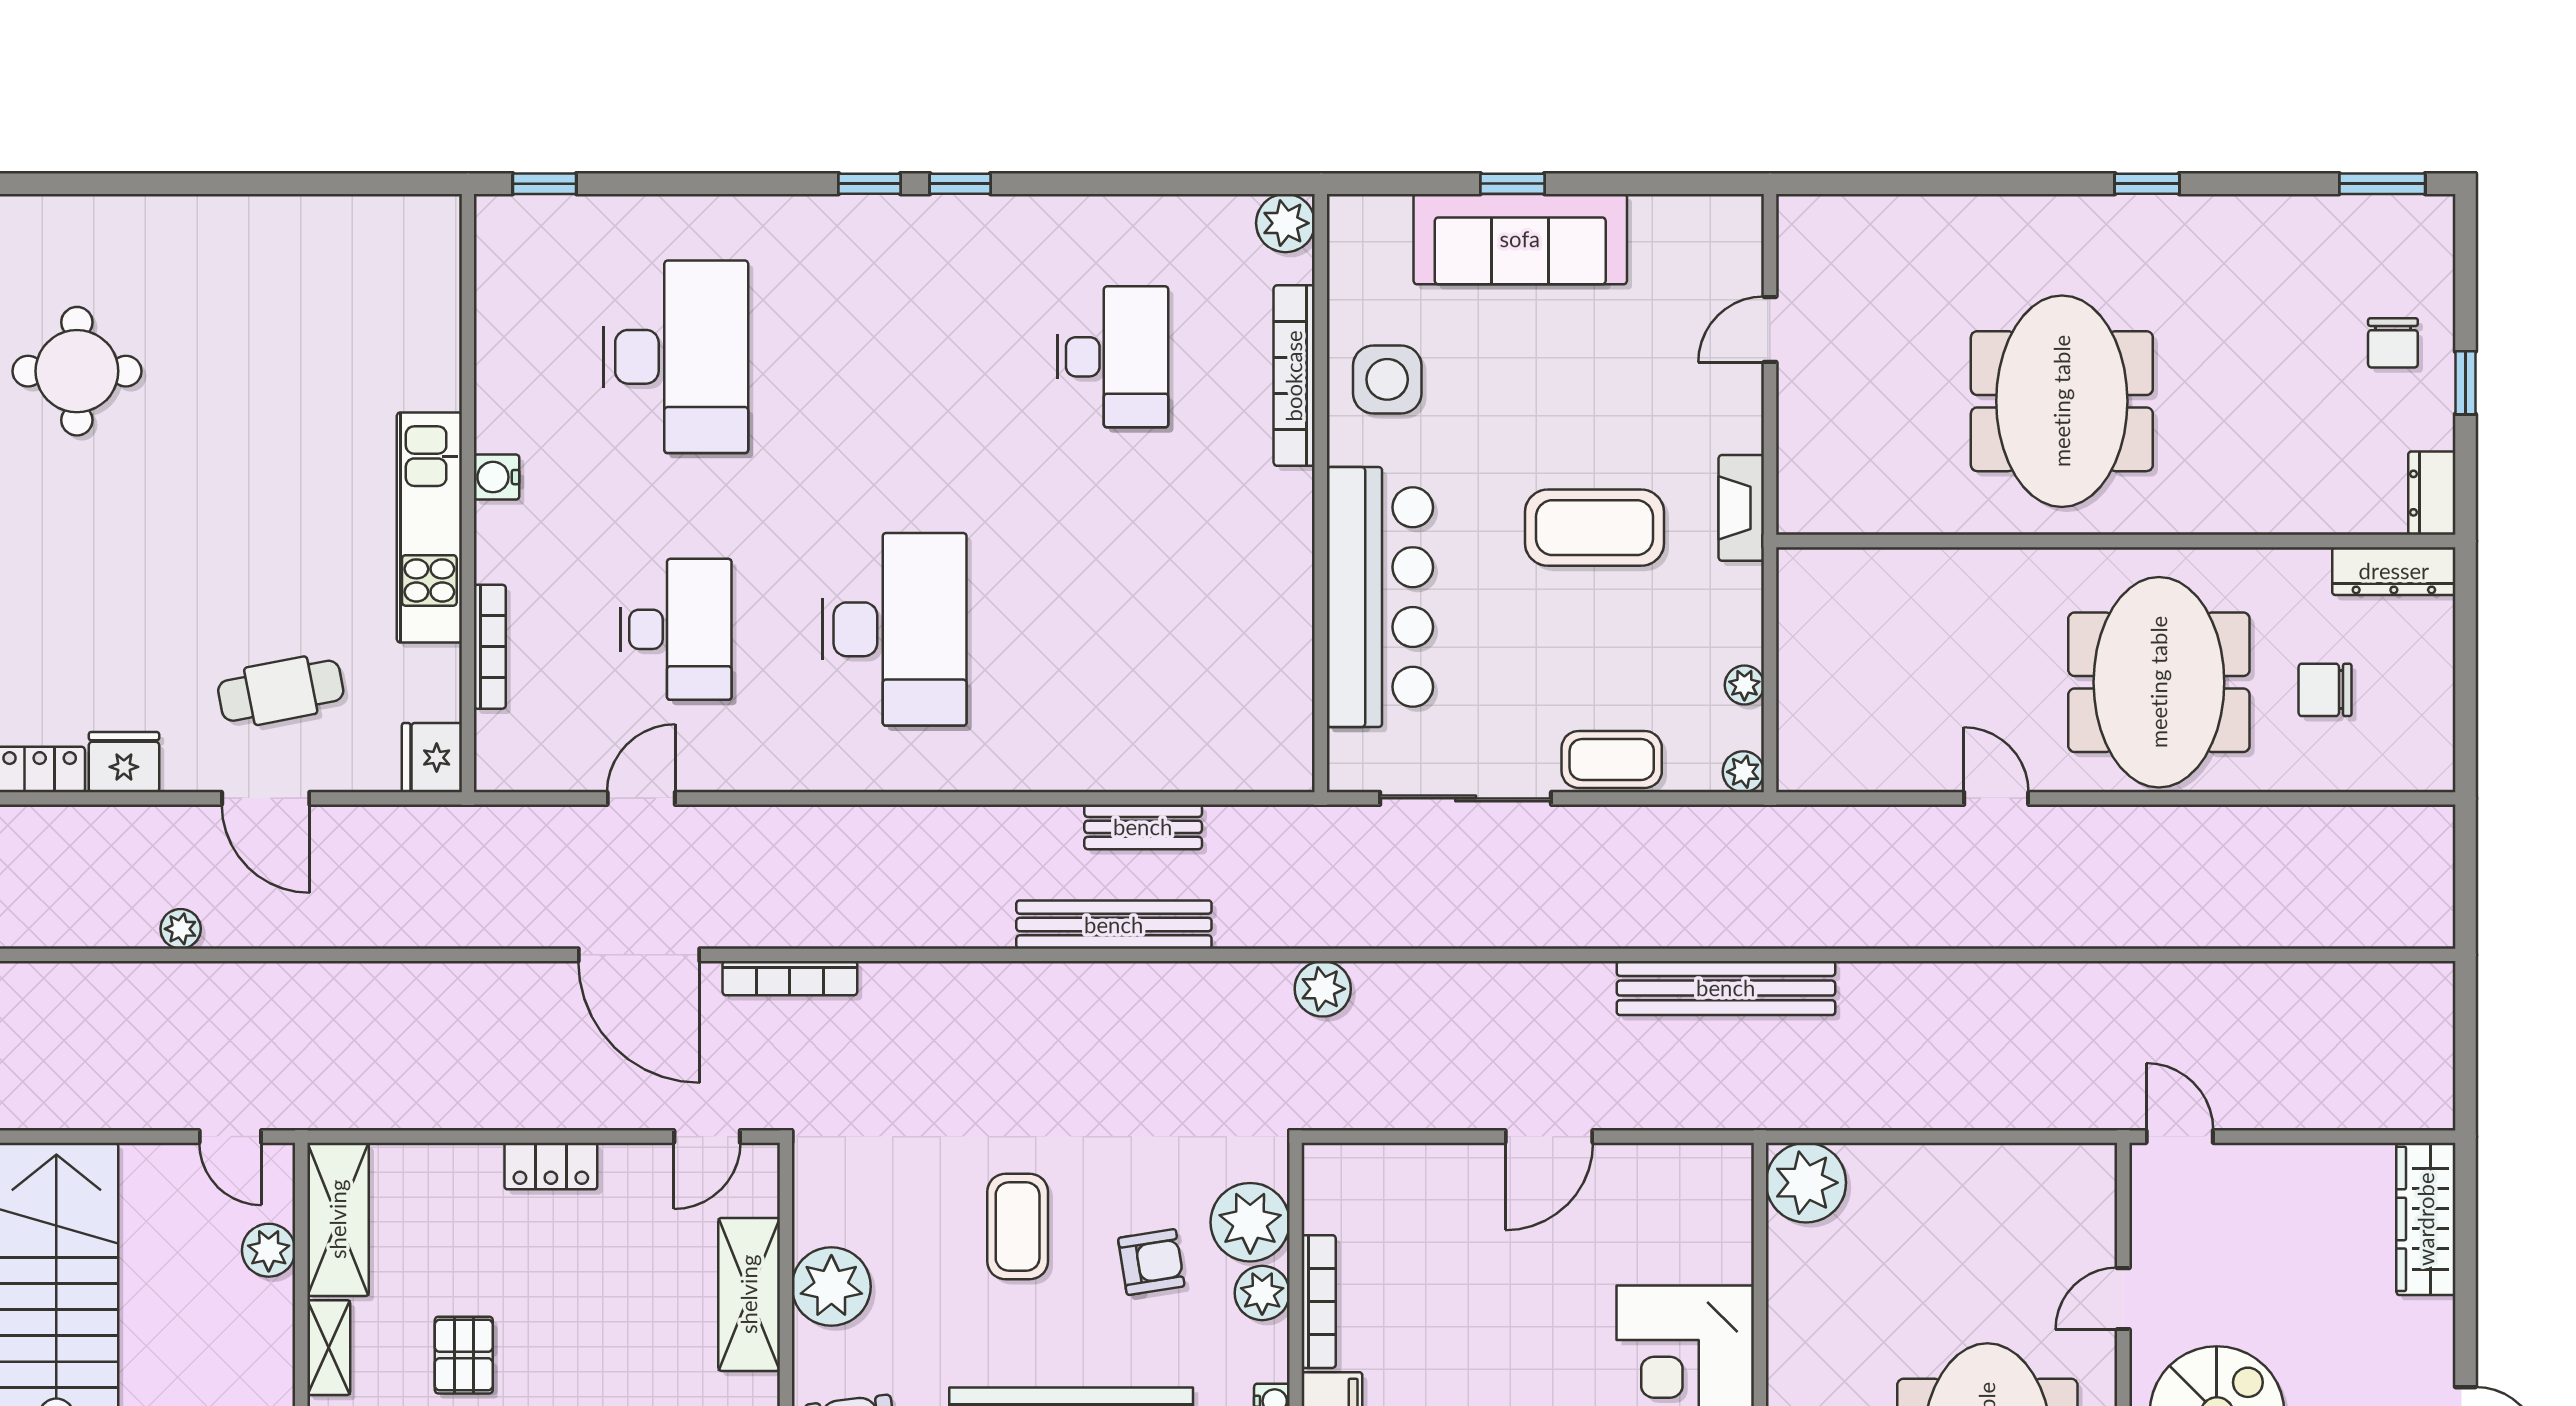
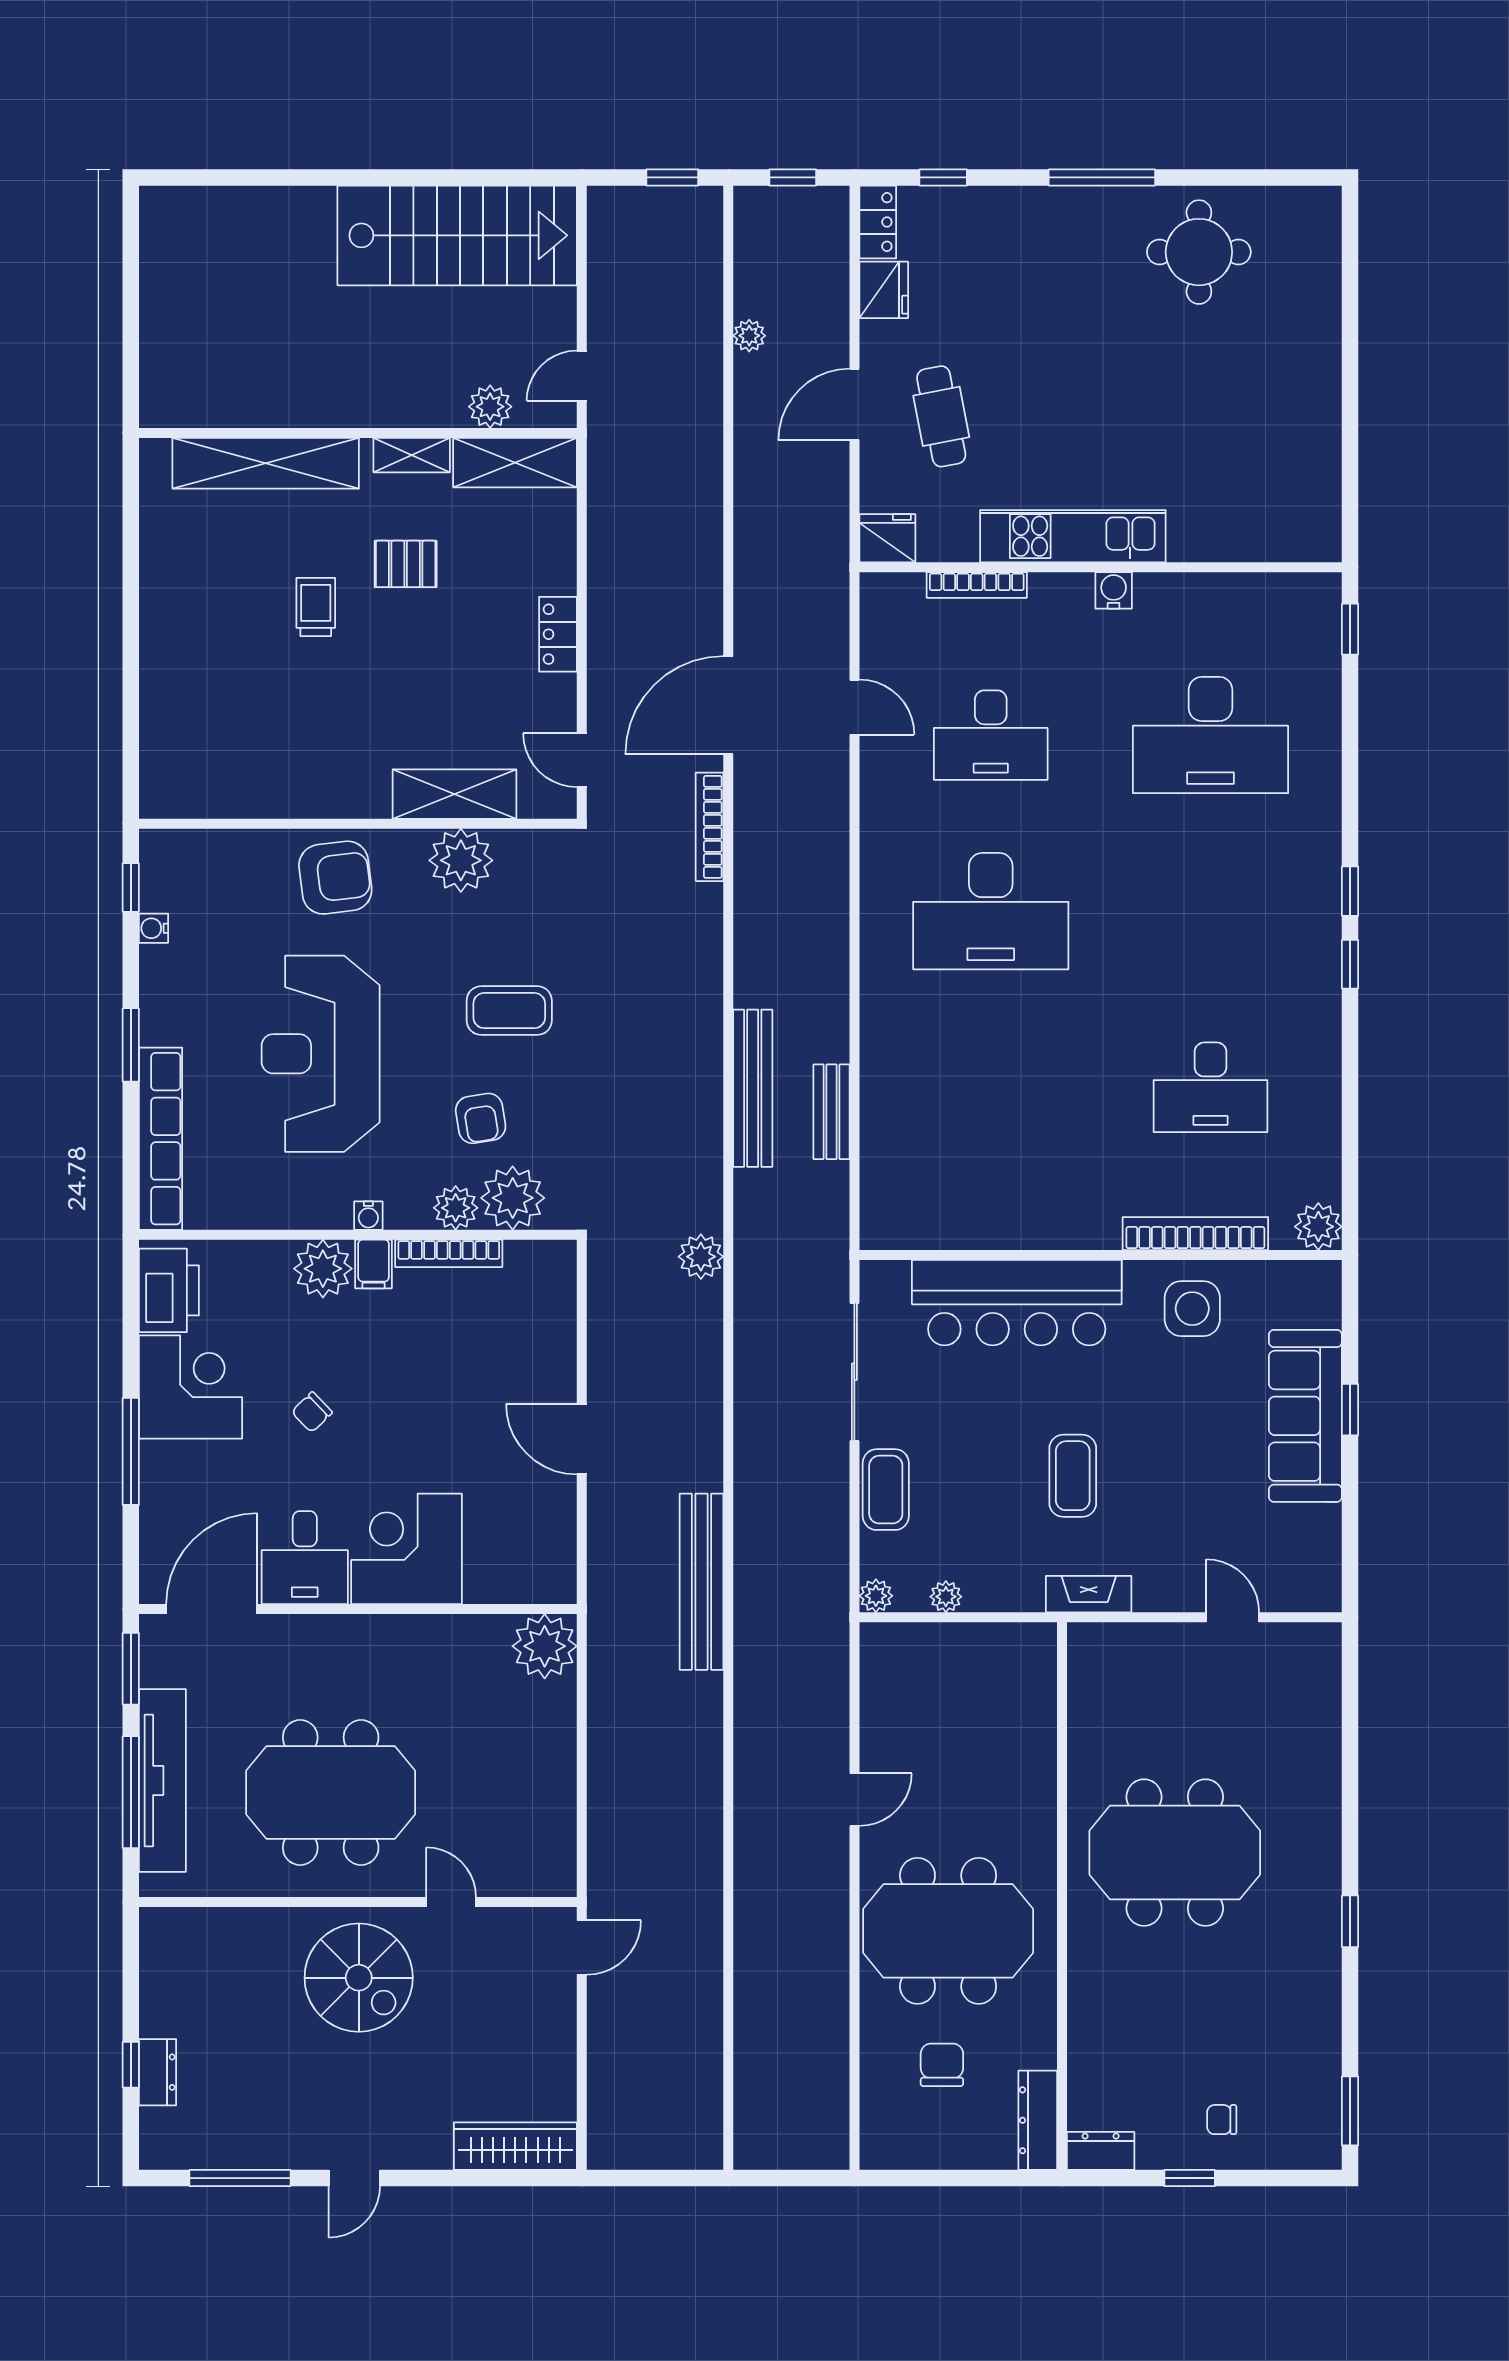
chair: (2393, 343) -> (1222, 2120), width x0.73, depth x0.73
coffee table: (1594, 528) -> (1073, 1476), width x0.73, depth x0.76

